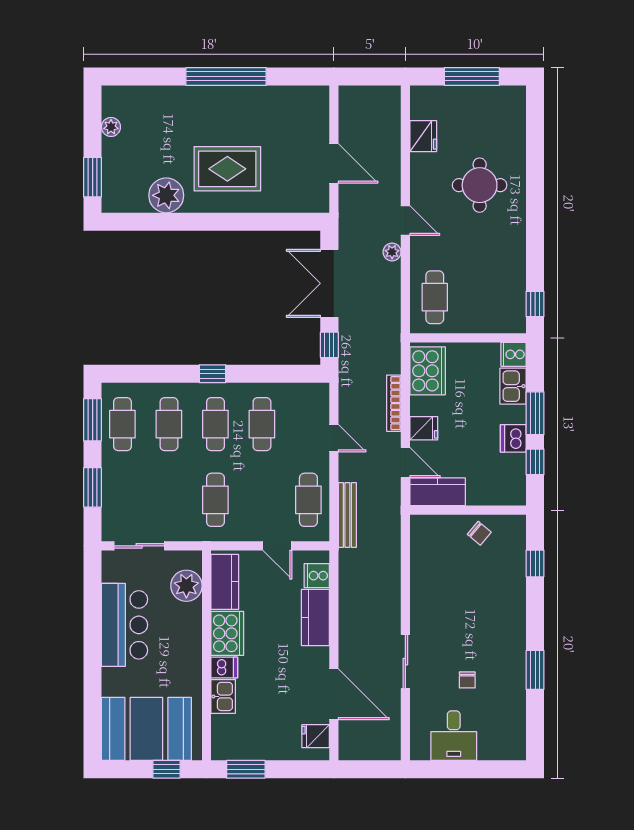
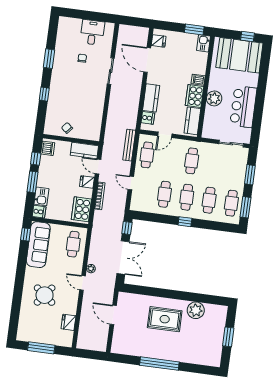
plant: (111, 127) -> (218, 347), removed
window: (93, 177) -> (228, 337), moved
round table: (480, 185) -> (45, 295), turned 38
sofa: (506, 287) -> (38, 245), added
dishwasher: (513, 438) -> (48, 148), moved
door: (277, 546) -> (165, 135), swing flipped
window: (535, 563) -> (44, 94), moved
plant: (186, 586) -> (214, 98), moved
kitchen sink: (223, 696) -> (204, 43), moved
window: (167, 769) -> (247, 37), moved

